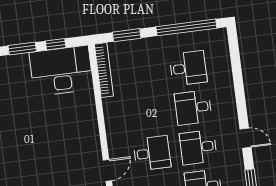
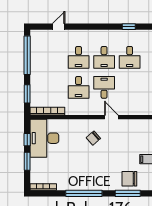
desk: (188, 68) -> (79, 87), moved, turned 180
door: (245, 138) -> (59, 27), moved
chair: (71, 147) -> (93, 138), added

